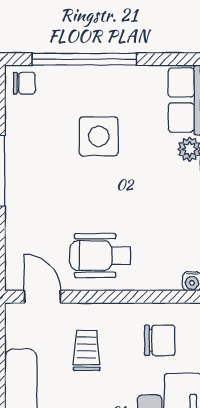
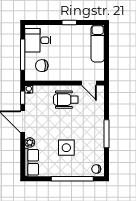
wheelchair: (100, 256) -> (66, 100), turned 180
trolley: (87, 350) -> (71, 62), removed

